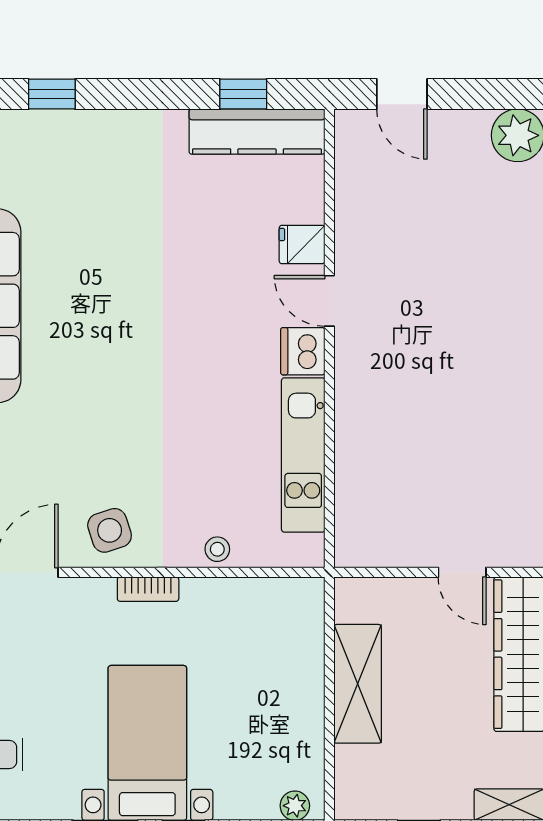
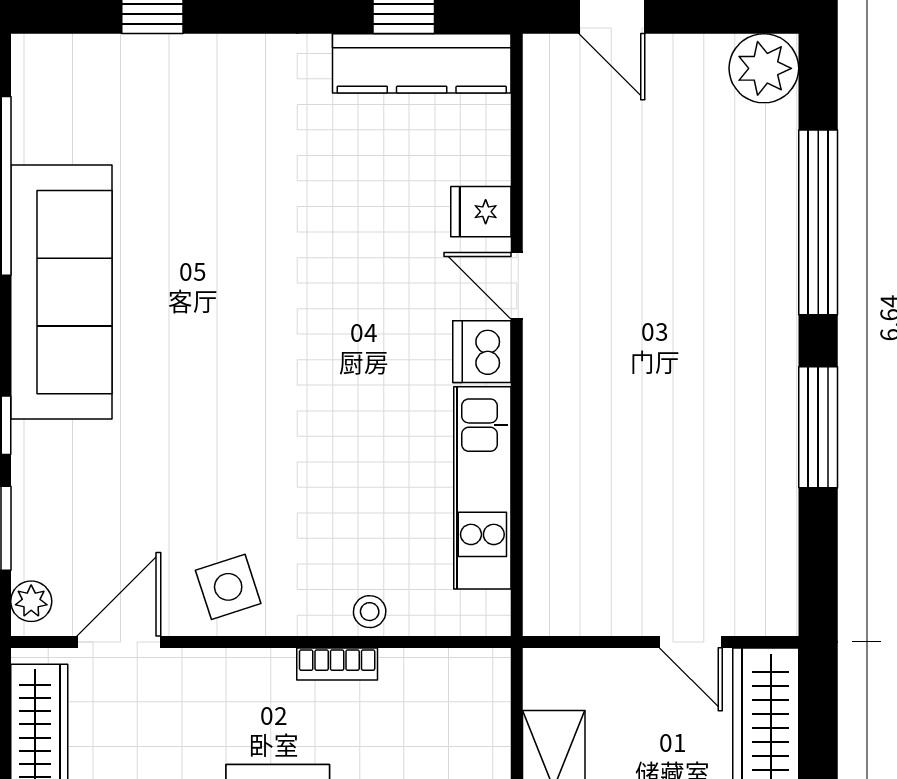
bookcase: (148, 589) -> (337, 664), moved

